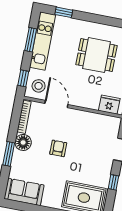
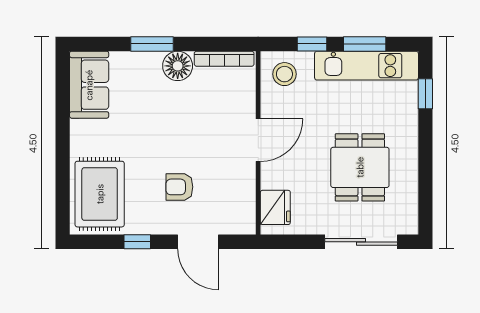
window: (23, 78) -> (312, 44), moved
door: (56, 104) -> (258, 140), moved
armchair: (58, 148) -> (179, 187), moved, turned 180

